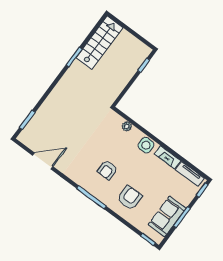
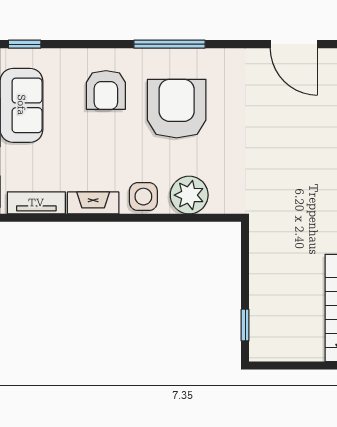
plant: (127, 126) -> (189, 195), width x1.87, depth x1.87
door: (43, 161) -> (294, 44), hinge flipped
armchair: (107, 170) -> (177, 109), width x1.88, depth x1.88

